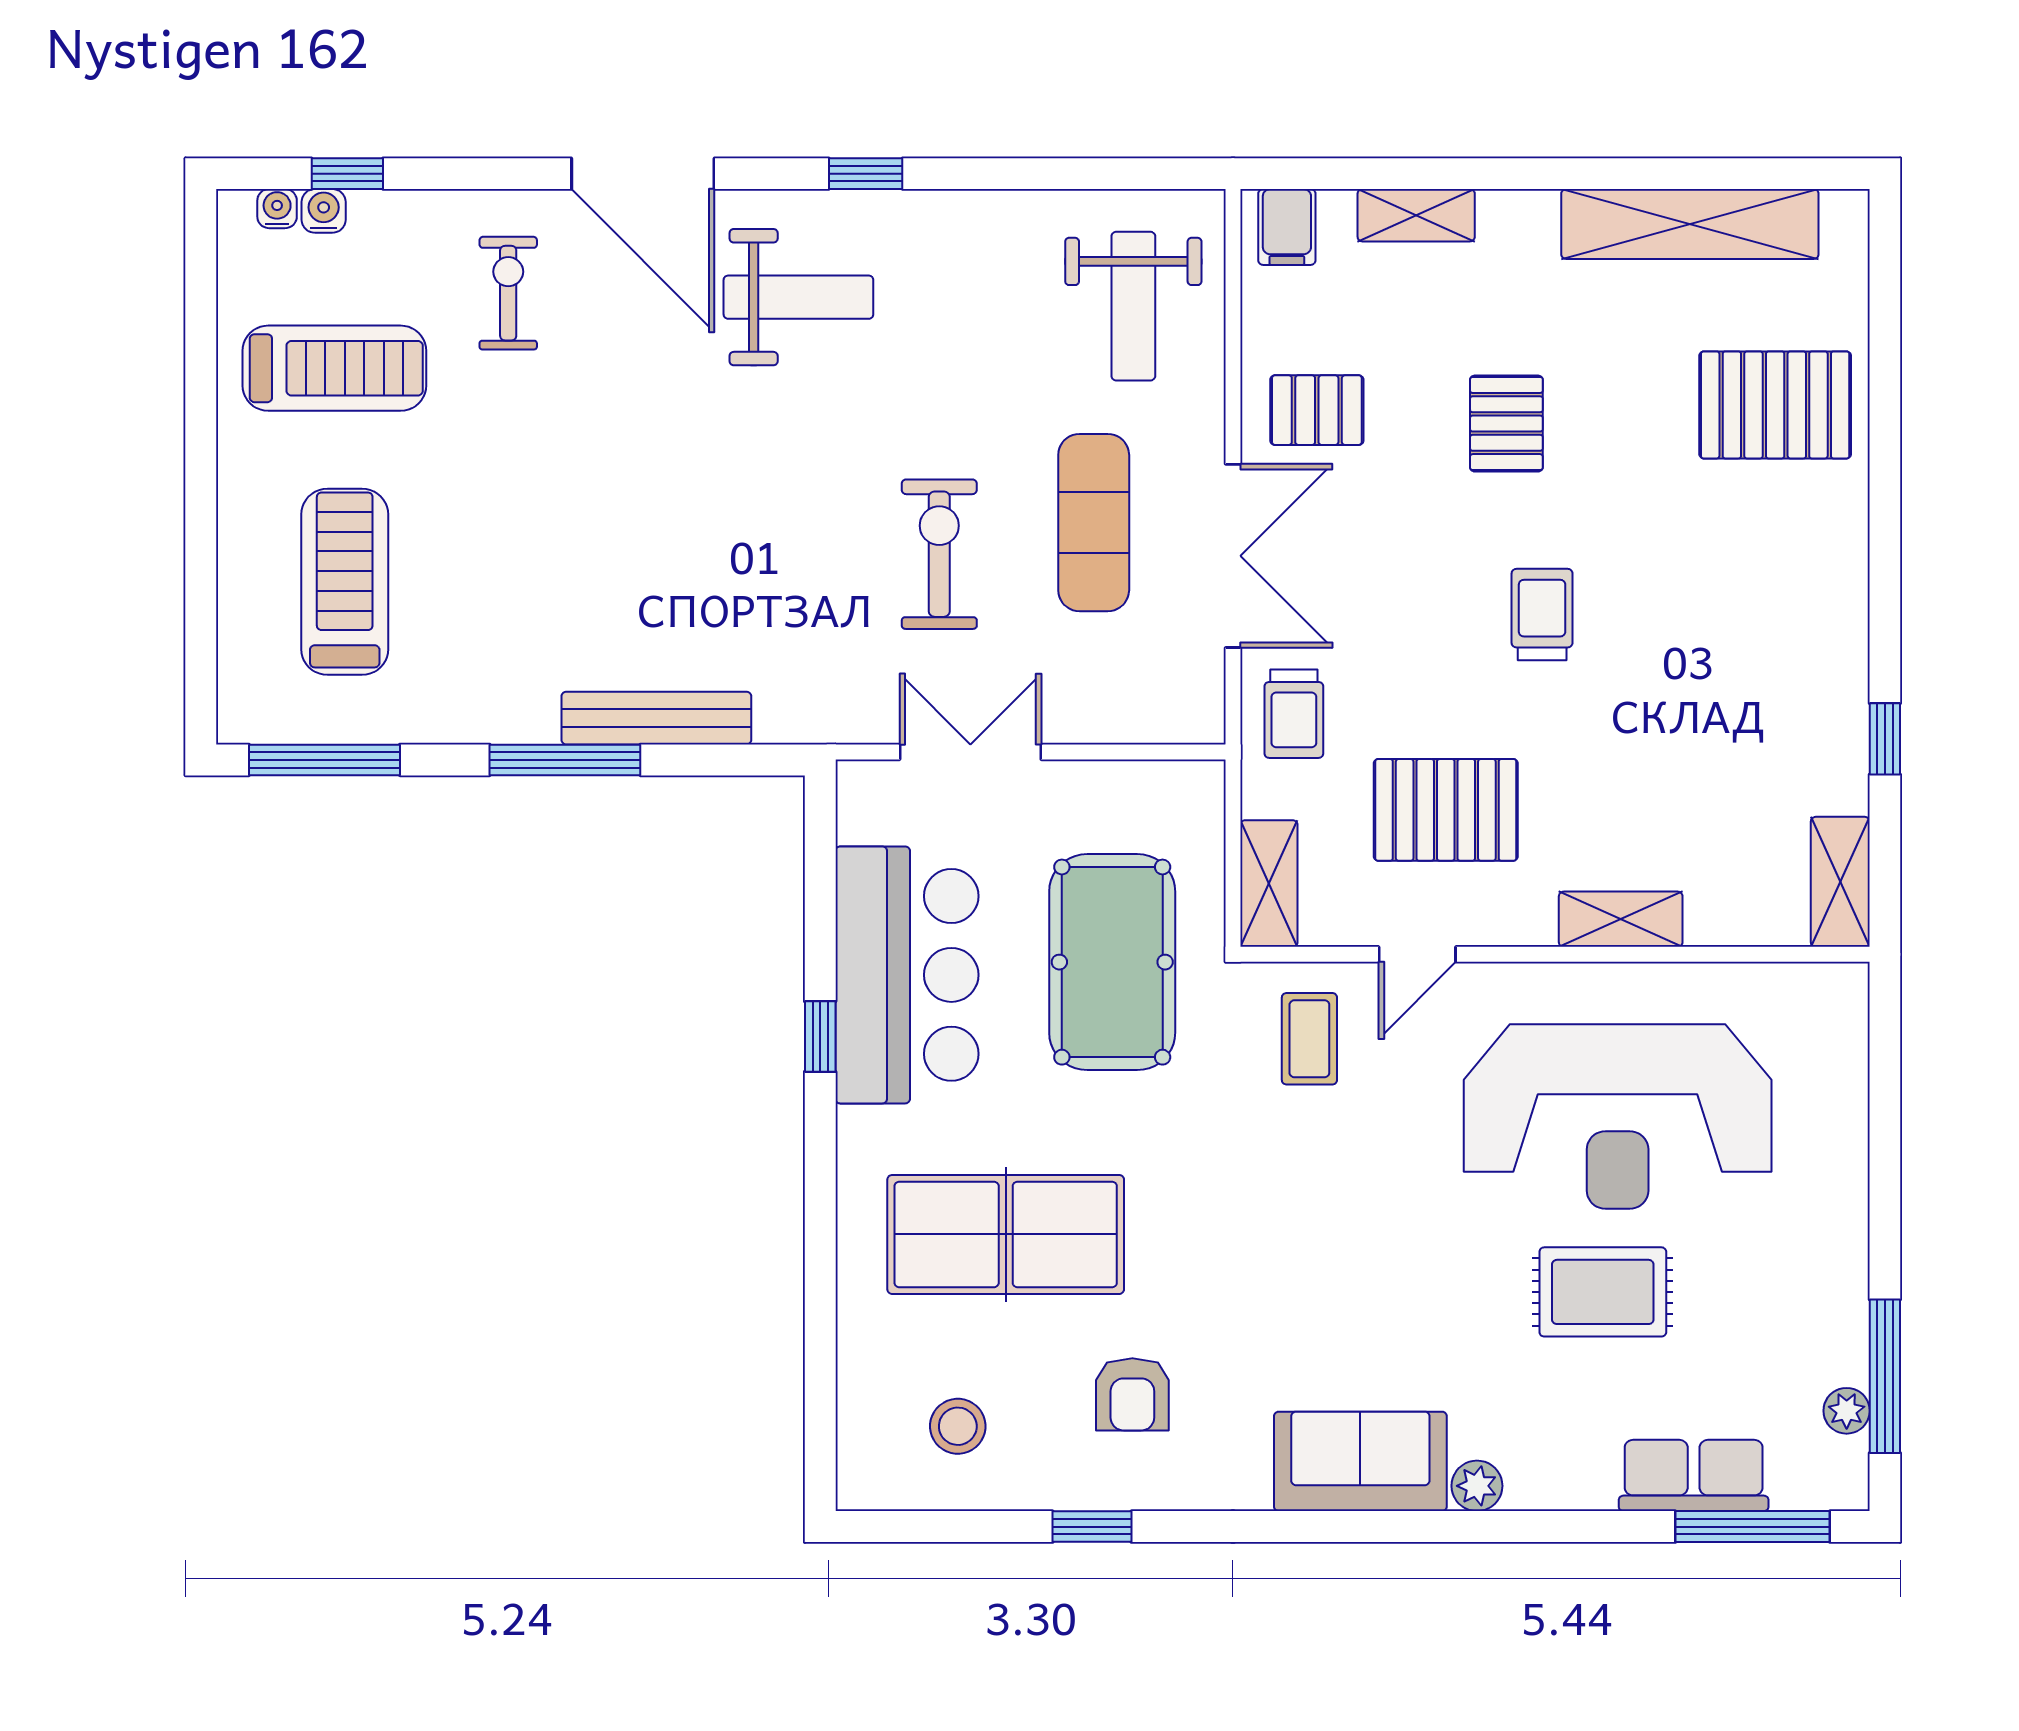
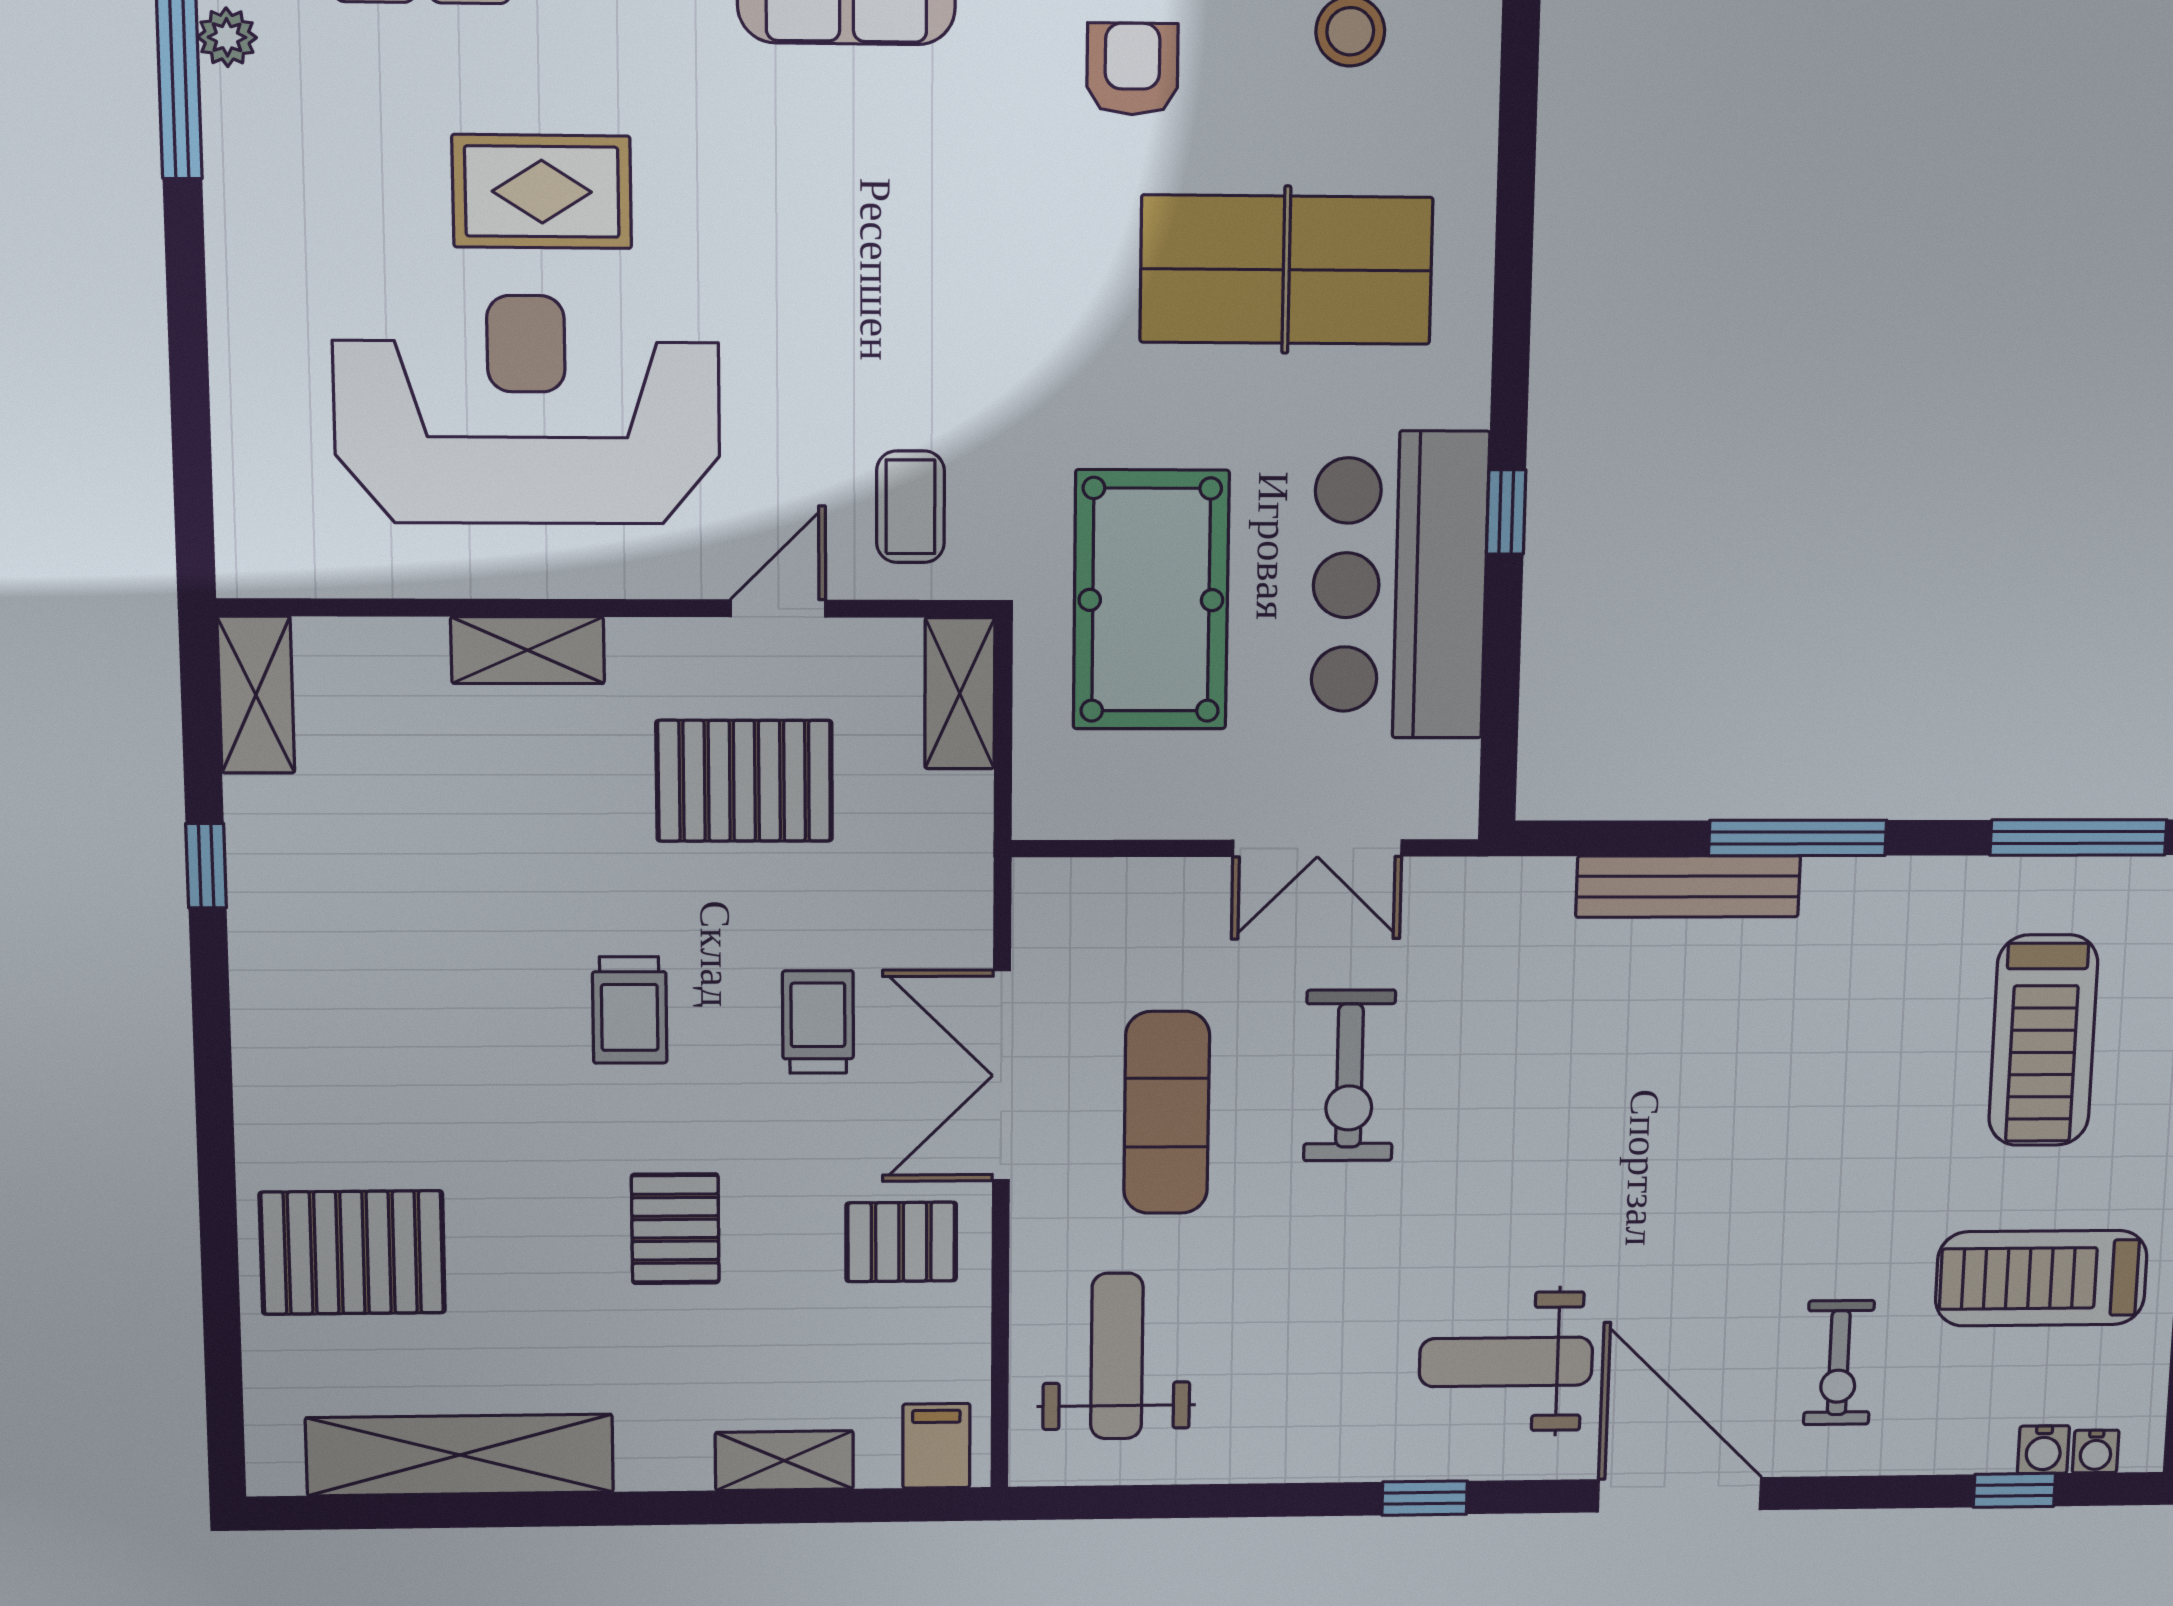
trolley: (1294, 714) -> (818, 1022), moved

